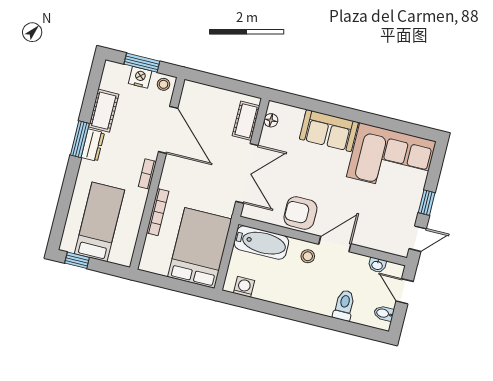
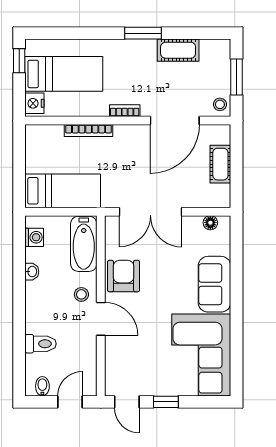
nightstand: (140, 77) -> (34, 103), moved, turned 180
cot: (246, 121) -> (220, 164), moved, turned 90
dresser: (93, 145) -> (140, 48), removed
bed: (200, 248) -> (63, 191), width x0.67
washbasin: (377, 265) -> (32, 272), moved, turned 180

